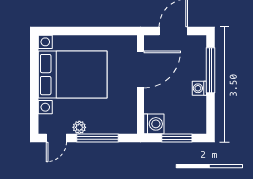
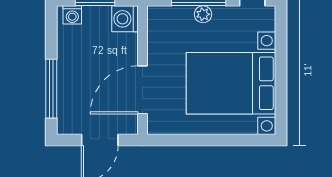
washing machine: (199, 88) -> (72, 15), moved, turned 90
plant: (79, 127) -> (203, 14), moved

